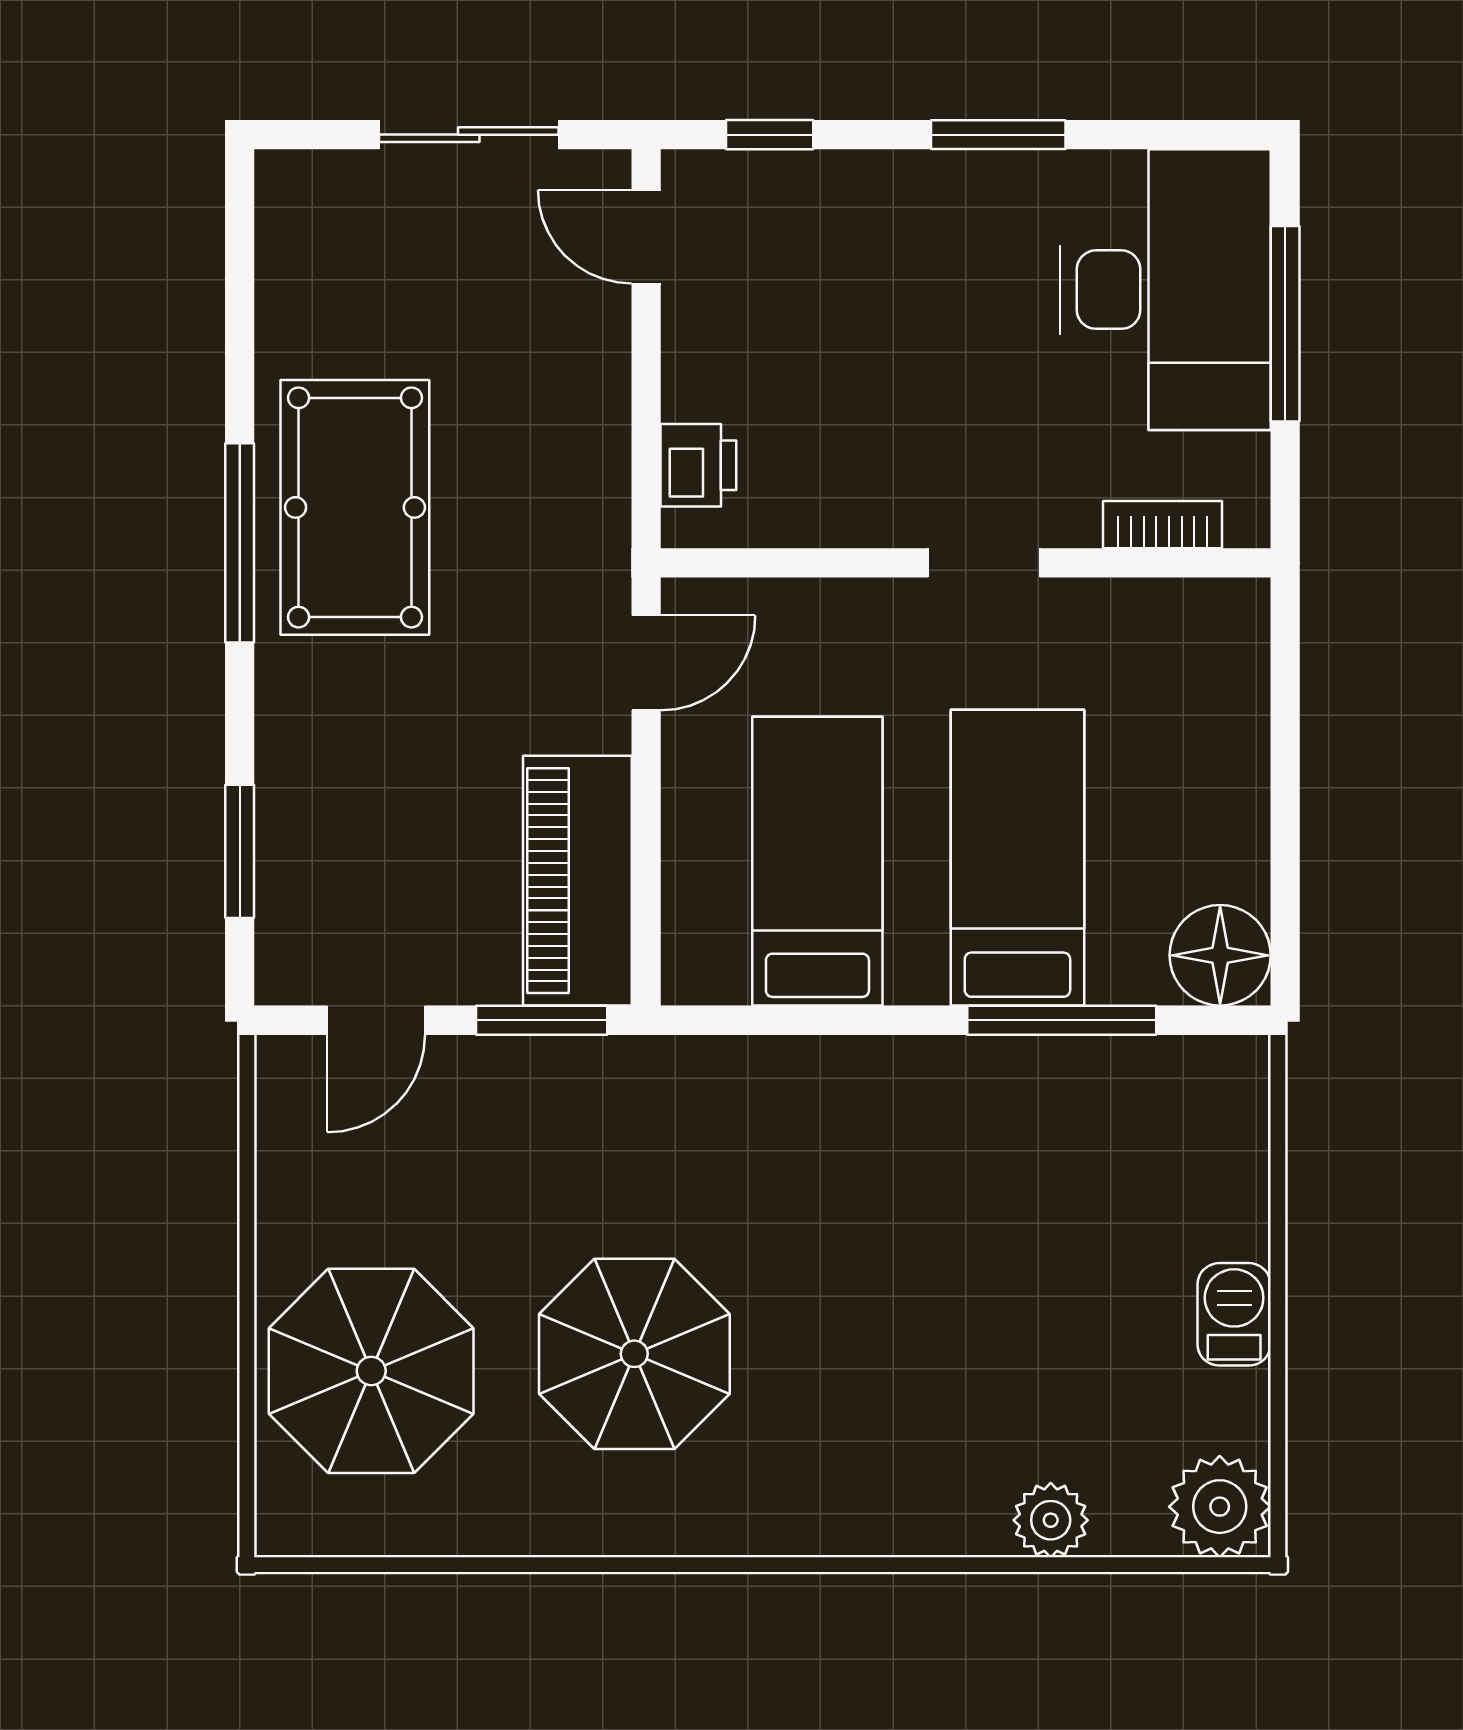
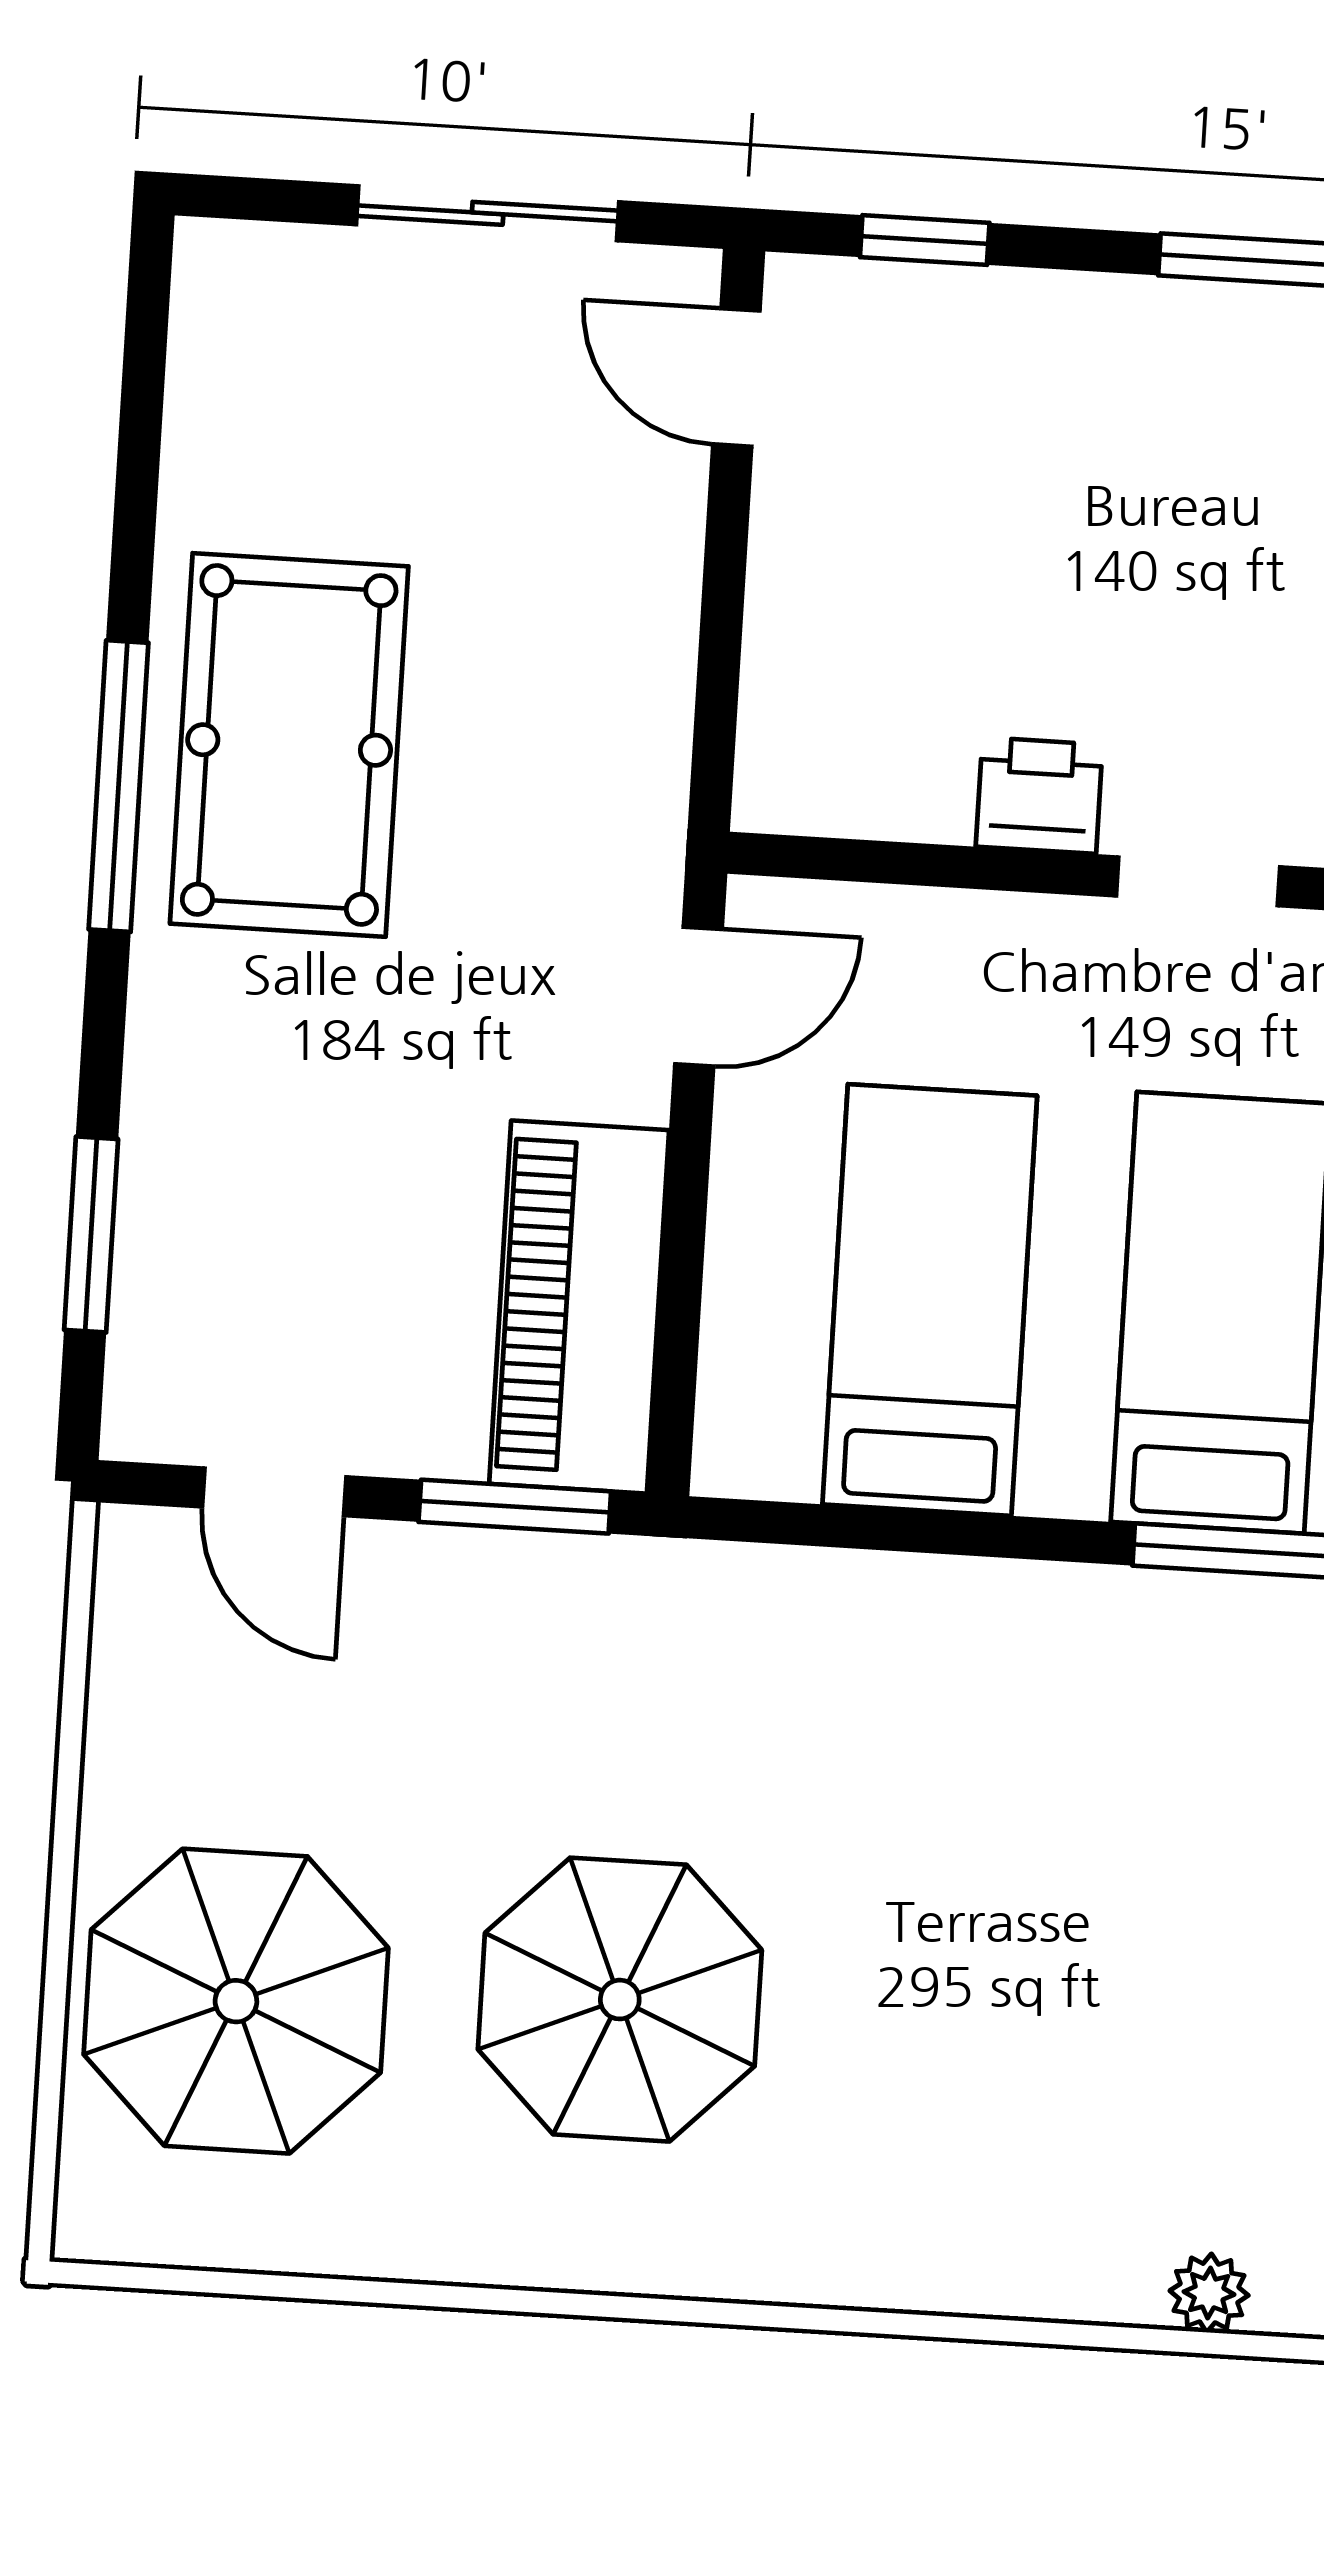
printer: (698, 465) -> (1039, 796), moved, turned -90
door: (376, 1020) -> (274, 1492), hinge flipped
plant: (1051, 1520) -> (1209, 2293), width x0.73, depth x0.73

